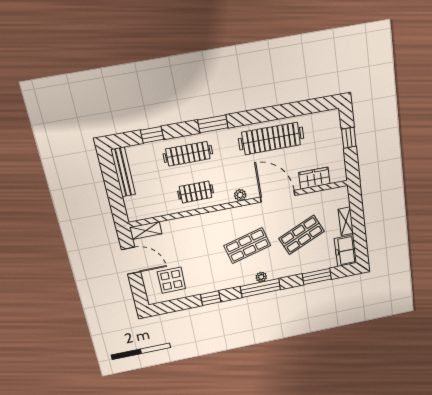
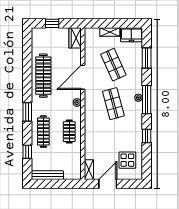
wardrobe: (314, 178) -> (75, 38), moved

